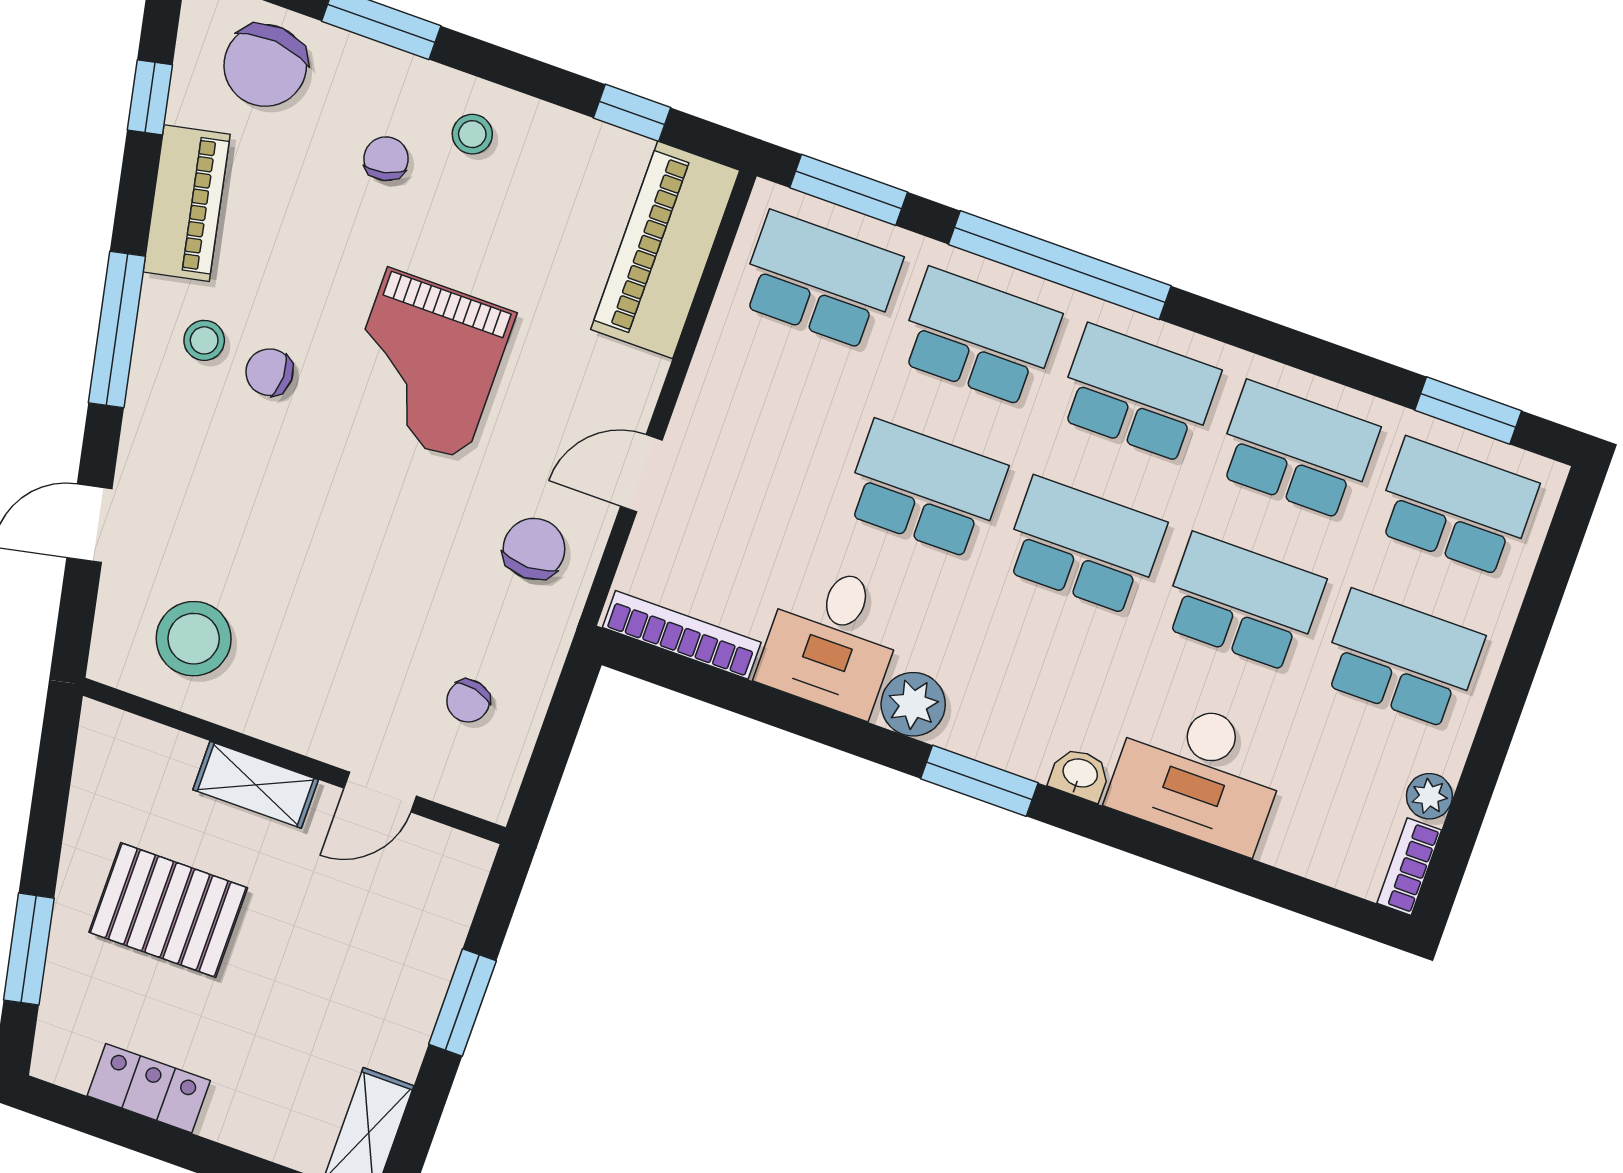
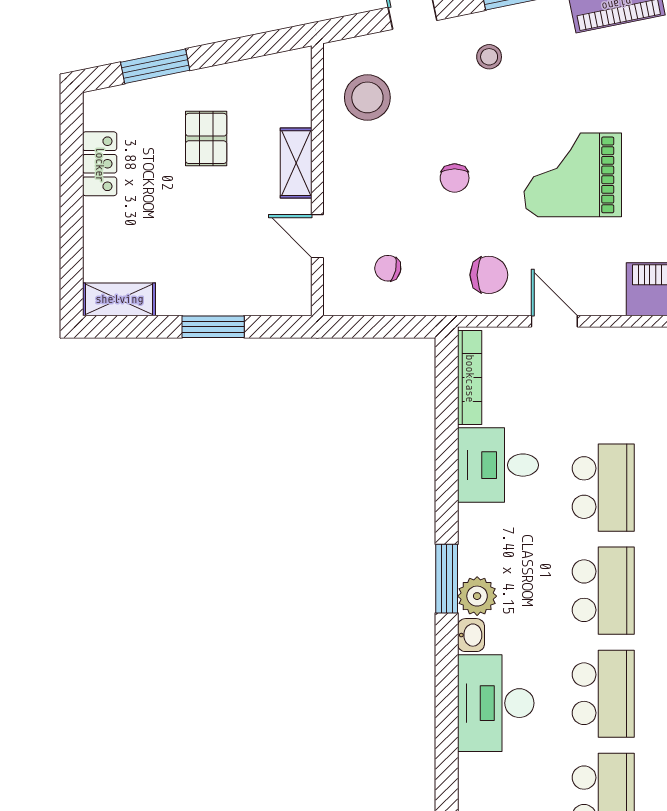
stool: (204, 340) -> (489, 57), moved
chair: (269, 372) -> (455, 178), moved, turned 180
plant: (913, 704) -> (477, 596), moved
pallet: (168, 910) -> (206, 138), width x0.67, depth x0.71

